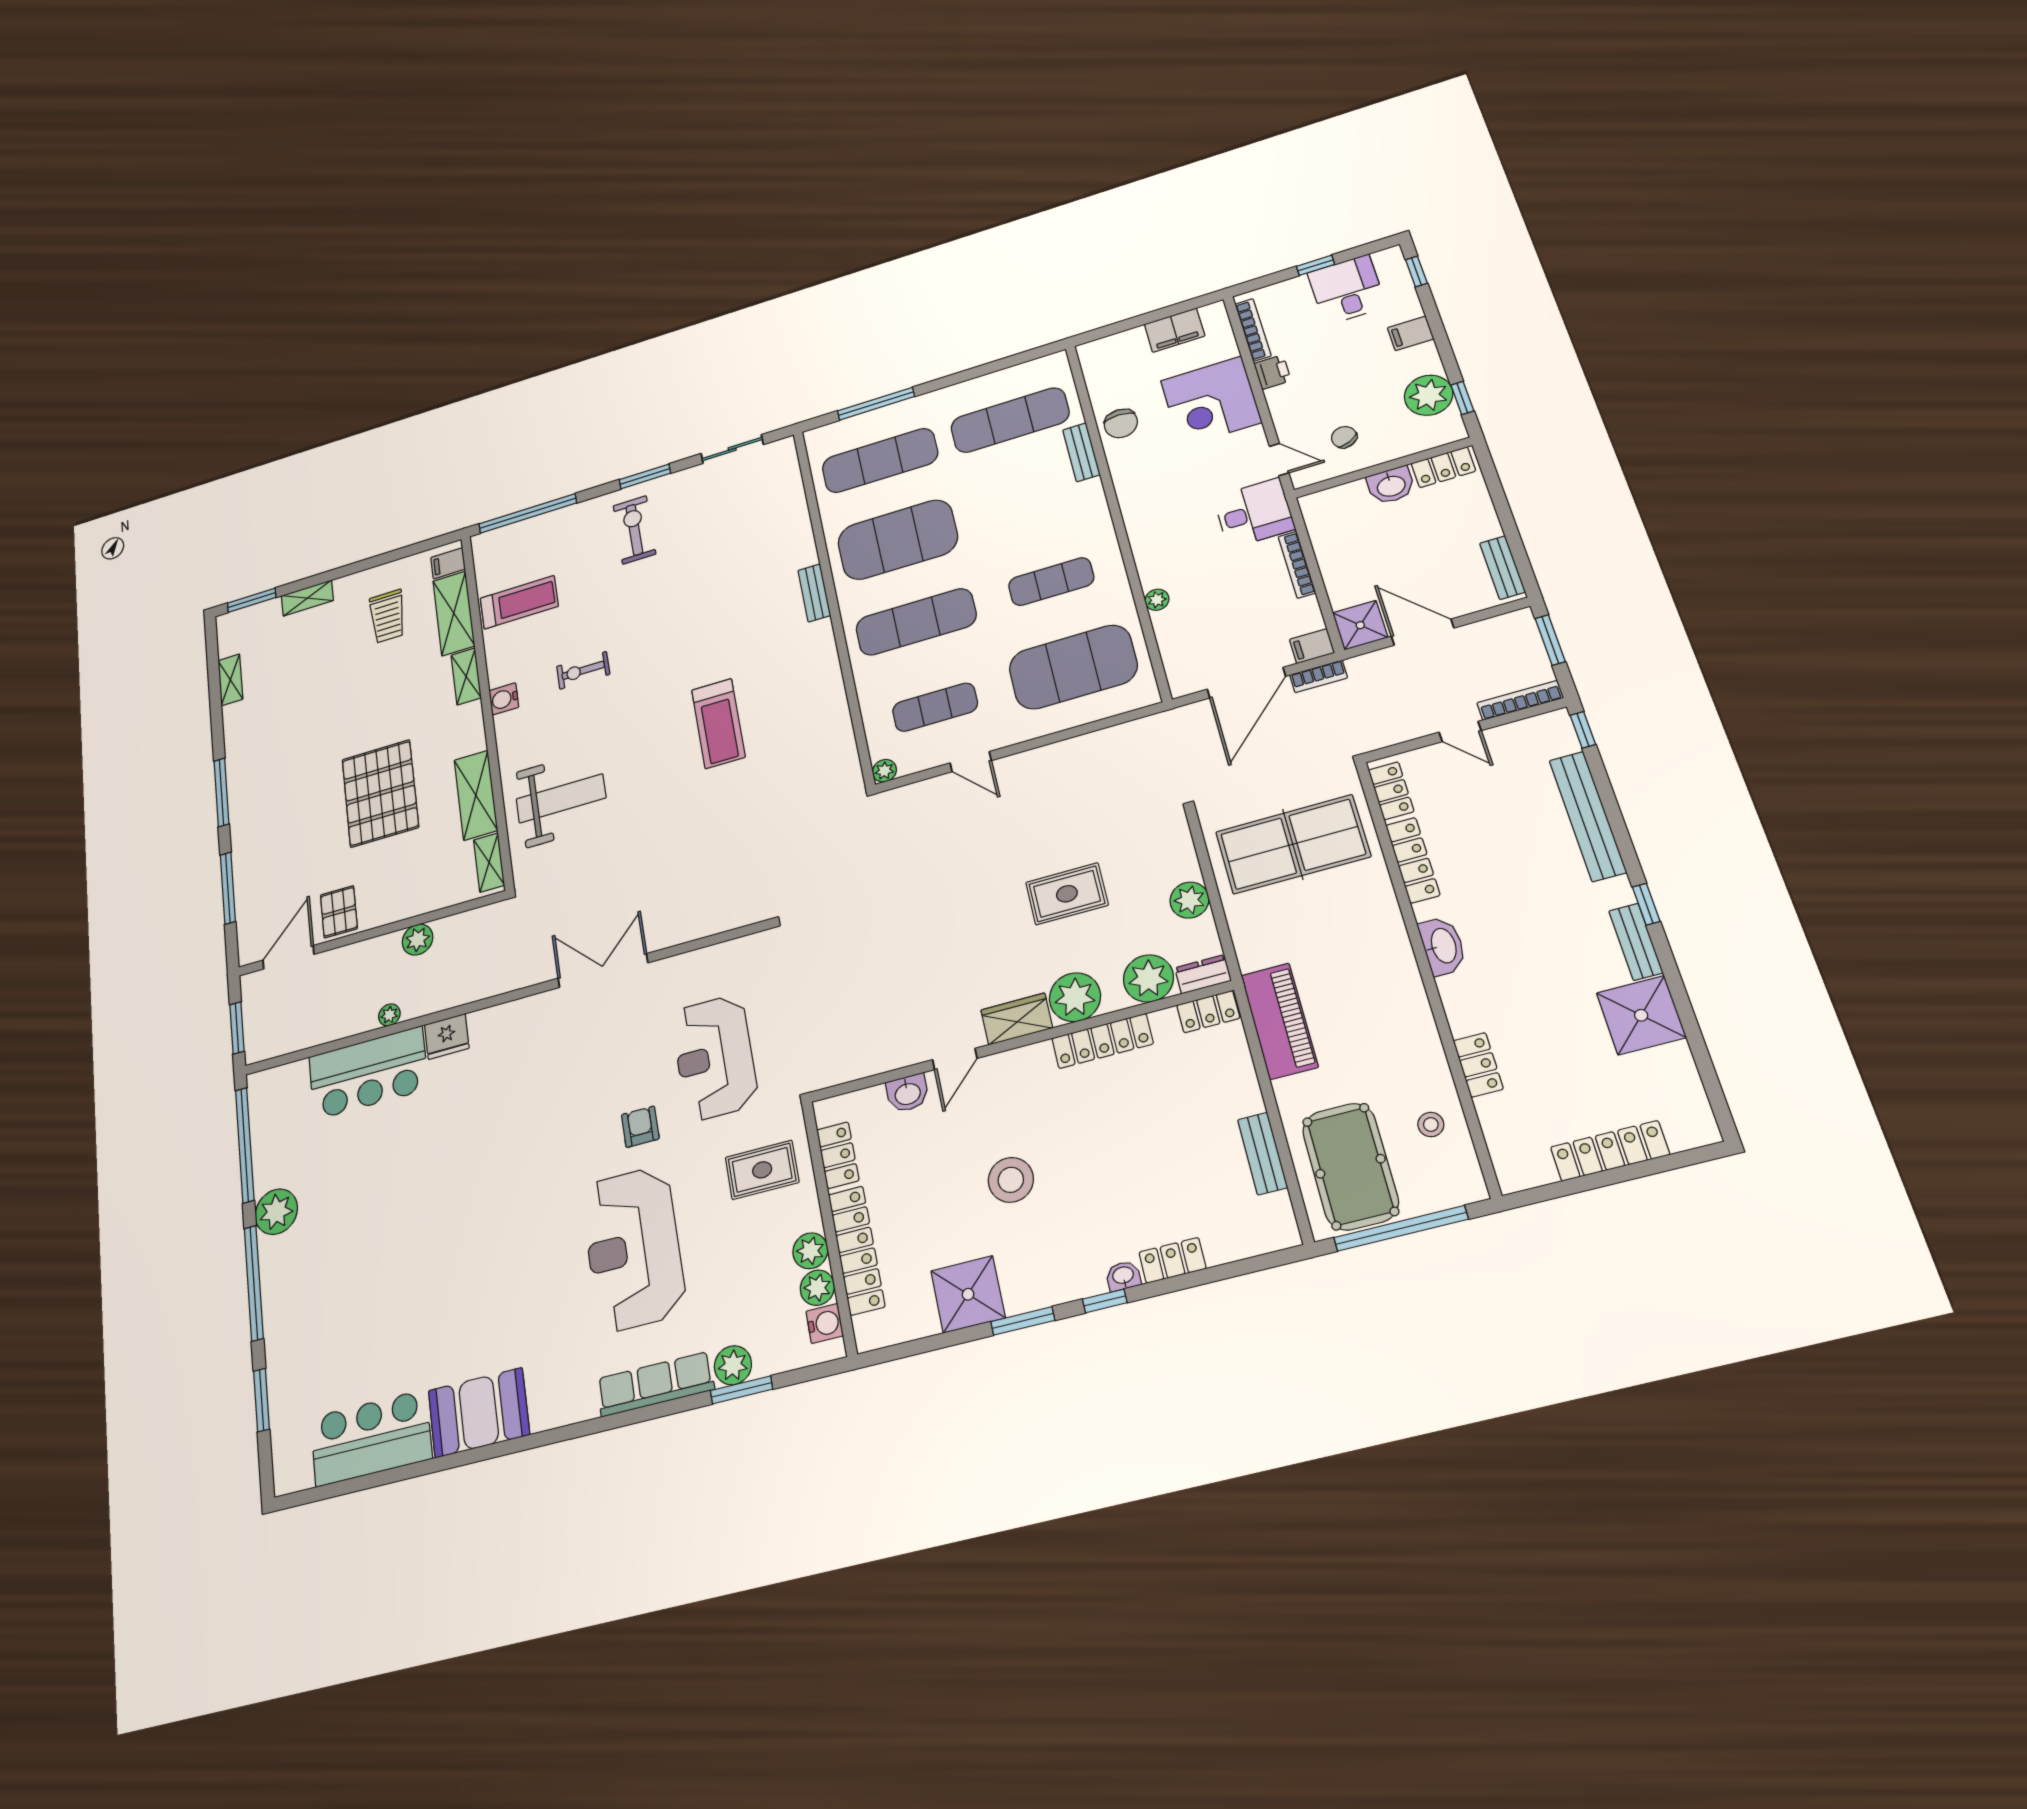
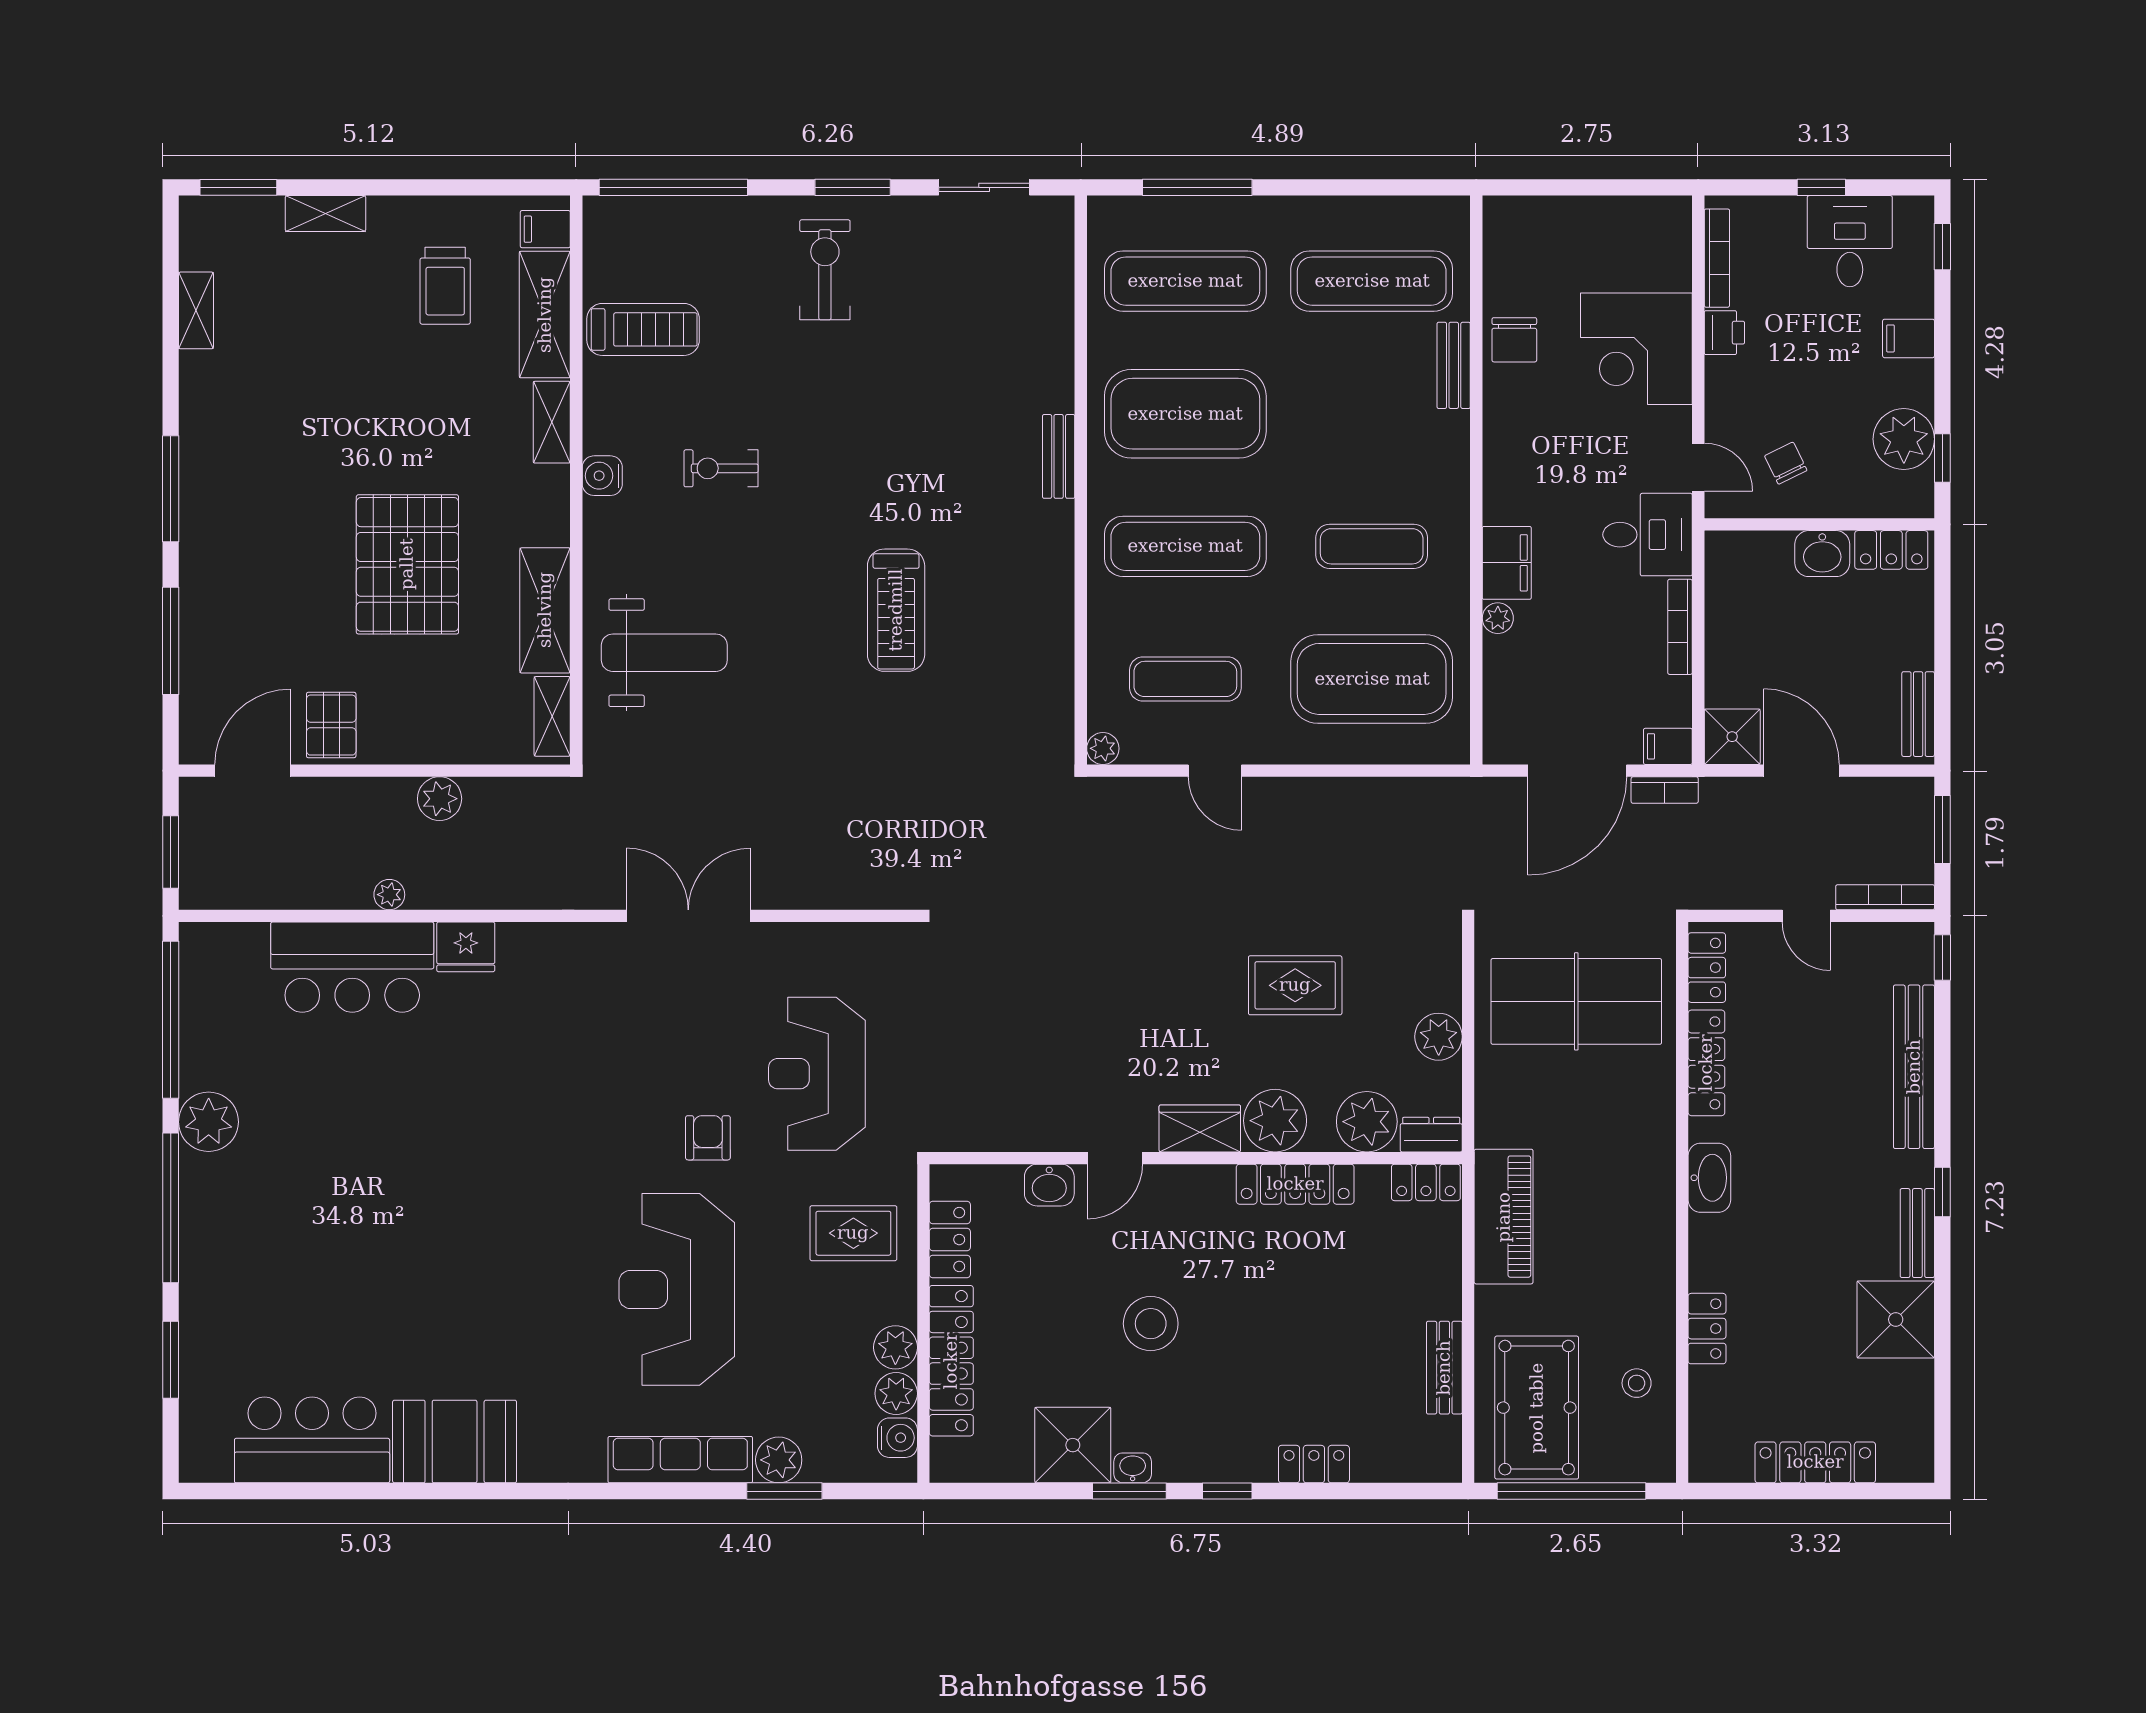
filing cabinet: (1174, 330) -> (1507, 563), moved, turned -90
washbasin: (1123, 1276) -> (1133, 1468), moved

